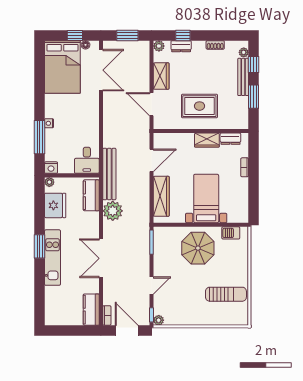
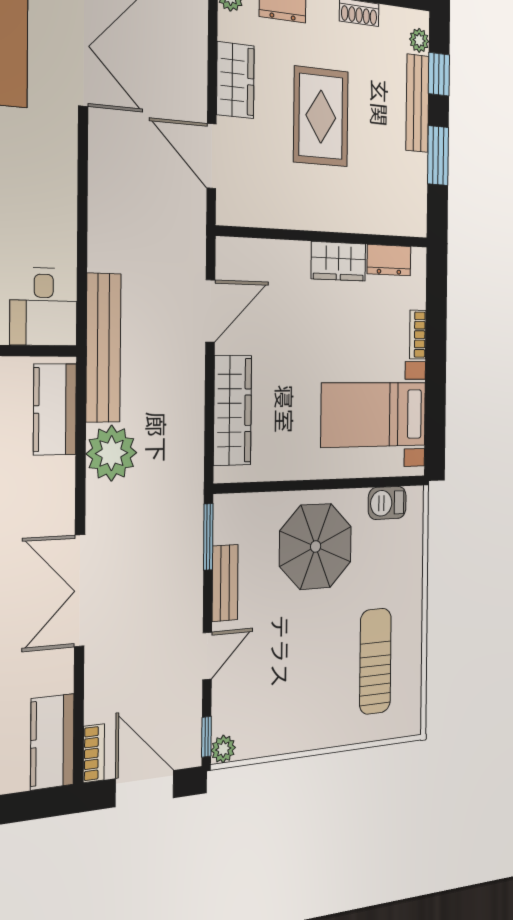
rug: (199, 106) -> (321, 117), moved, turned 90
bed with nightstands: (206, 199) -> (374, 414), moved, turned -90
bench: (159, 259) -> (225, 583), added
sun lounger: (226, 294) -> (375, 661), turned -90

